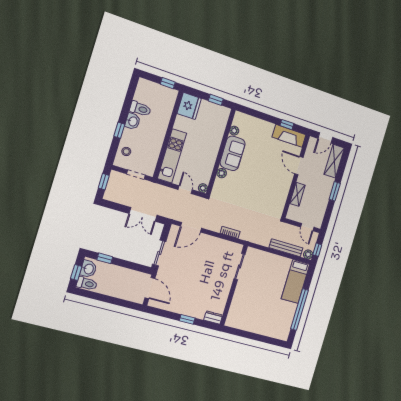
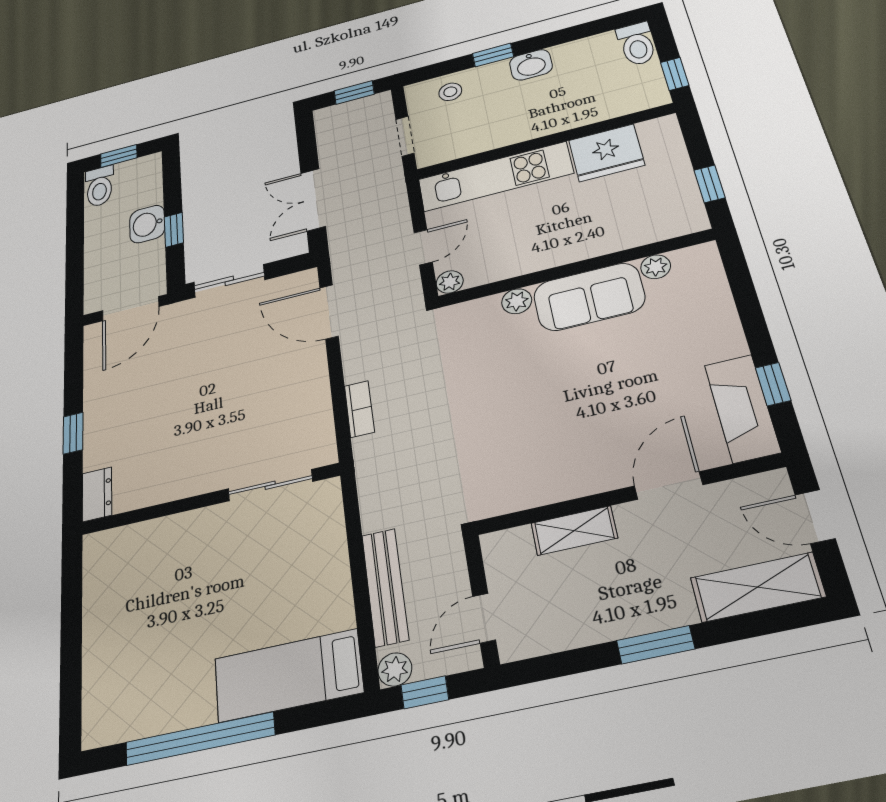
fridge: (189, 106) -> (606, 153), moved
toilet: (140, 109) -> (637, 44), moved
window: (105, 258) -> (174, 230), moved
washbasin: (88, 269) -> (147, 224), moved, turned 90

